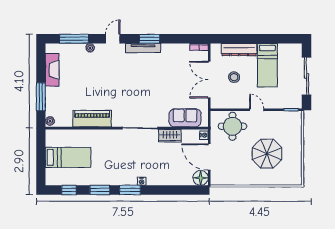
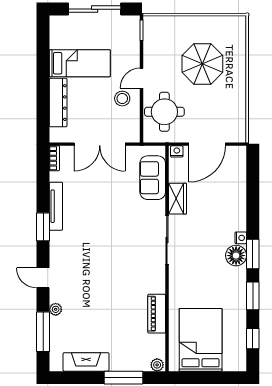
tv unit: (143, 48) -> (56, 206), moved
stool: (234, 77) -> (122, 99), moved
piano: (92, 119) -> (157, 314), width x0.73, depth x0.75
bed: (68, 157) -> (201, 340), width x1.50
floor lamp: (201, 178) -> (236, 256), moved

